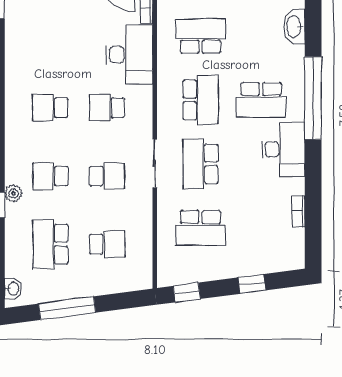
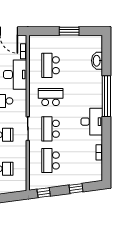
school desk: (201, 36) -> (51, 65), turned -90
school desk: (201, 100) -> (51, 97), turned -90
school desk: (261, 100) -> (81, 97), removed
school desk: (201, 228) -> (51, 161), turned 90

